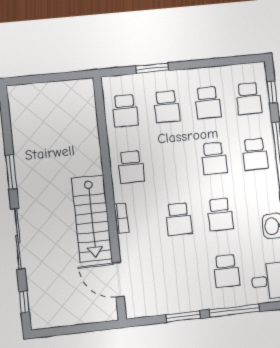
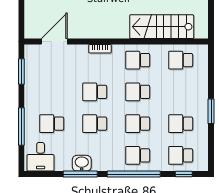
window: (152, 68) -> (211, 111), moved
school desk: (167, 107) -> (138, 92), moved
stairs: (92, 218) -> (162, 27), moved
window: (183, 317) -> (21, 71), moved

